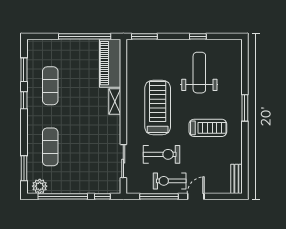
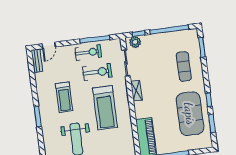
exercise mat: (50, 86) -> (190, 114), width x2.00, depth x1.45
shelving: (115, 101) -> (136, 91), moved
treadmill: (208, 128) -> (64, 97), turned -90
exercise bike: (162, 154) -> (97, 72), turned 180
plant: (40, 186) -> (135, 42), moved
door: (196, 196) -> (49, 45), moved

